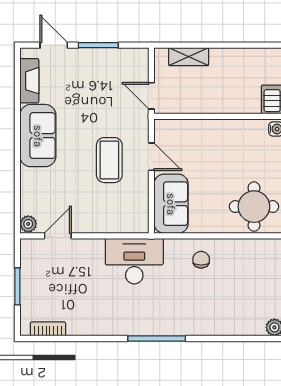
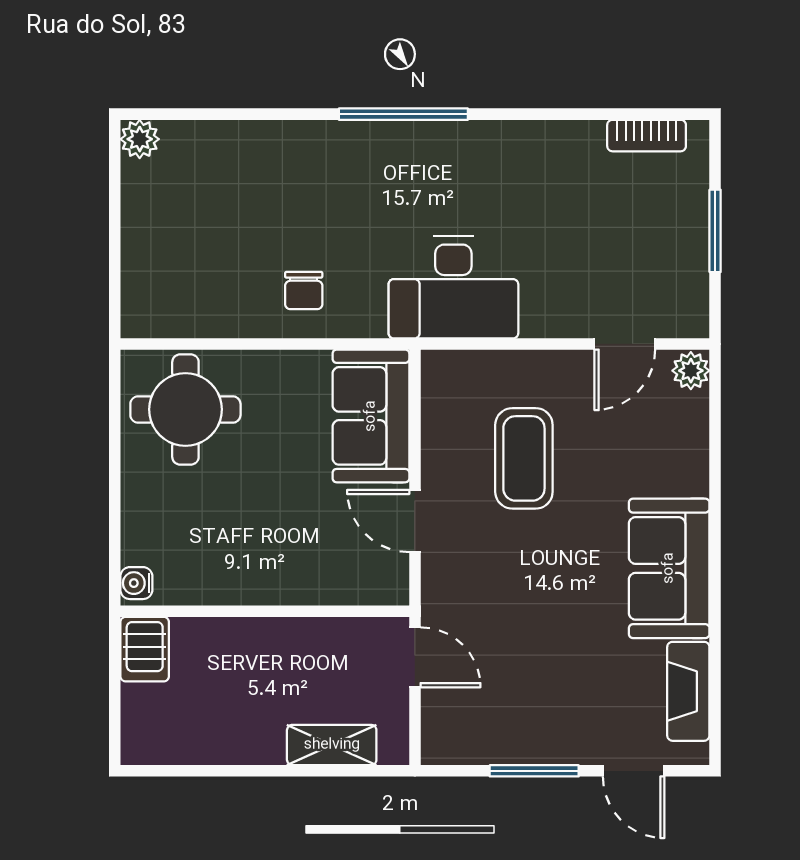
coffee table: (109, 160) -> (524, 458), moved

